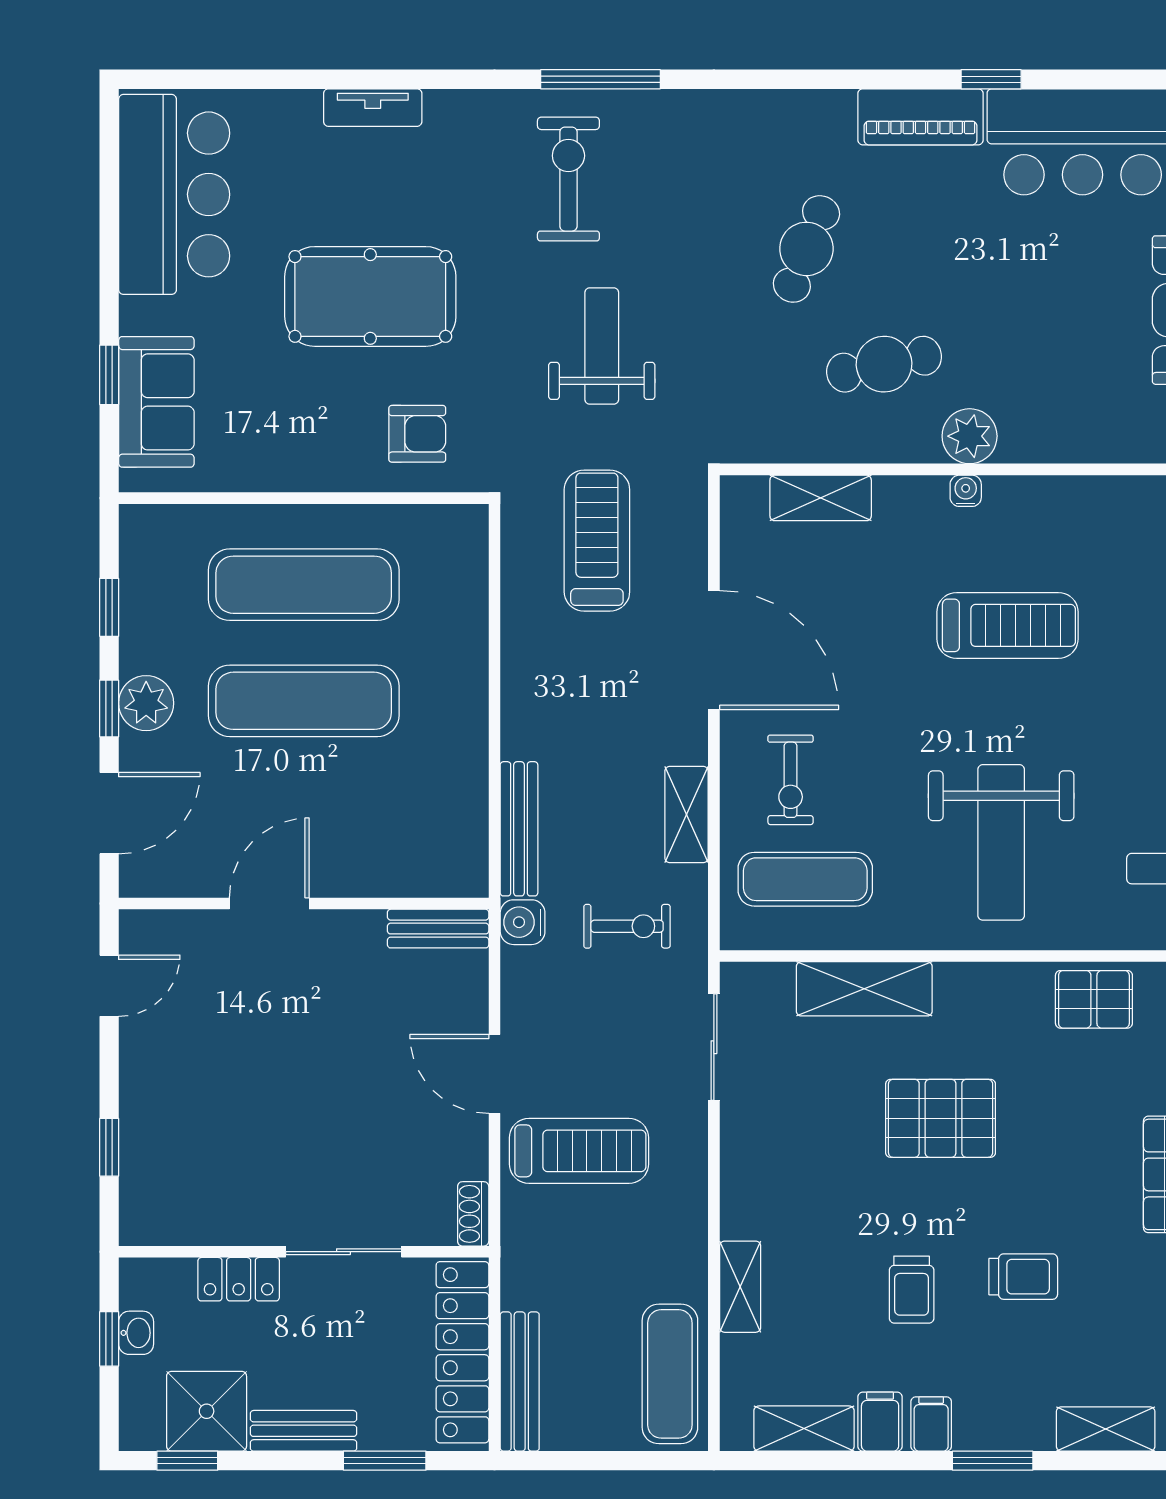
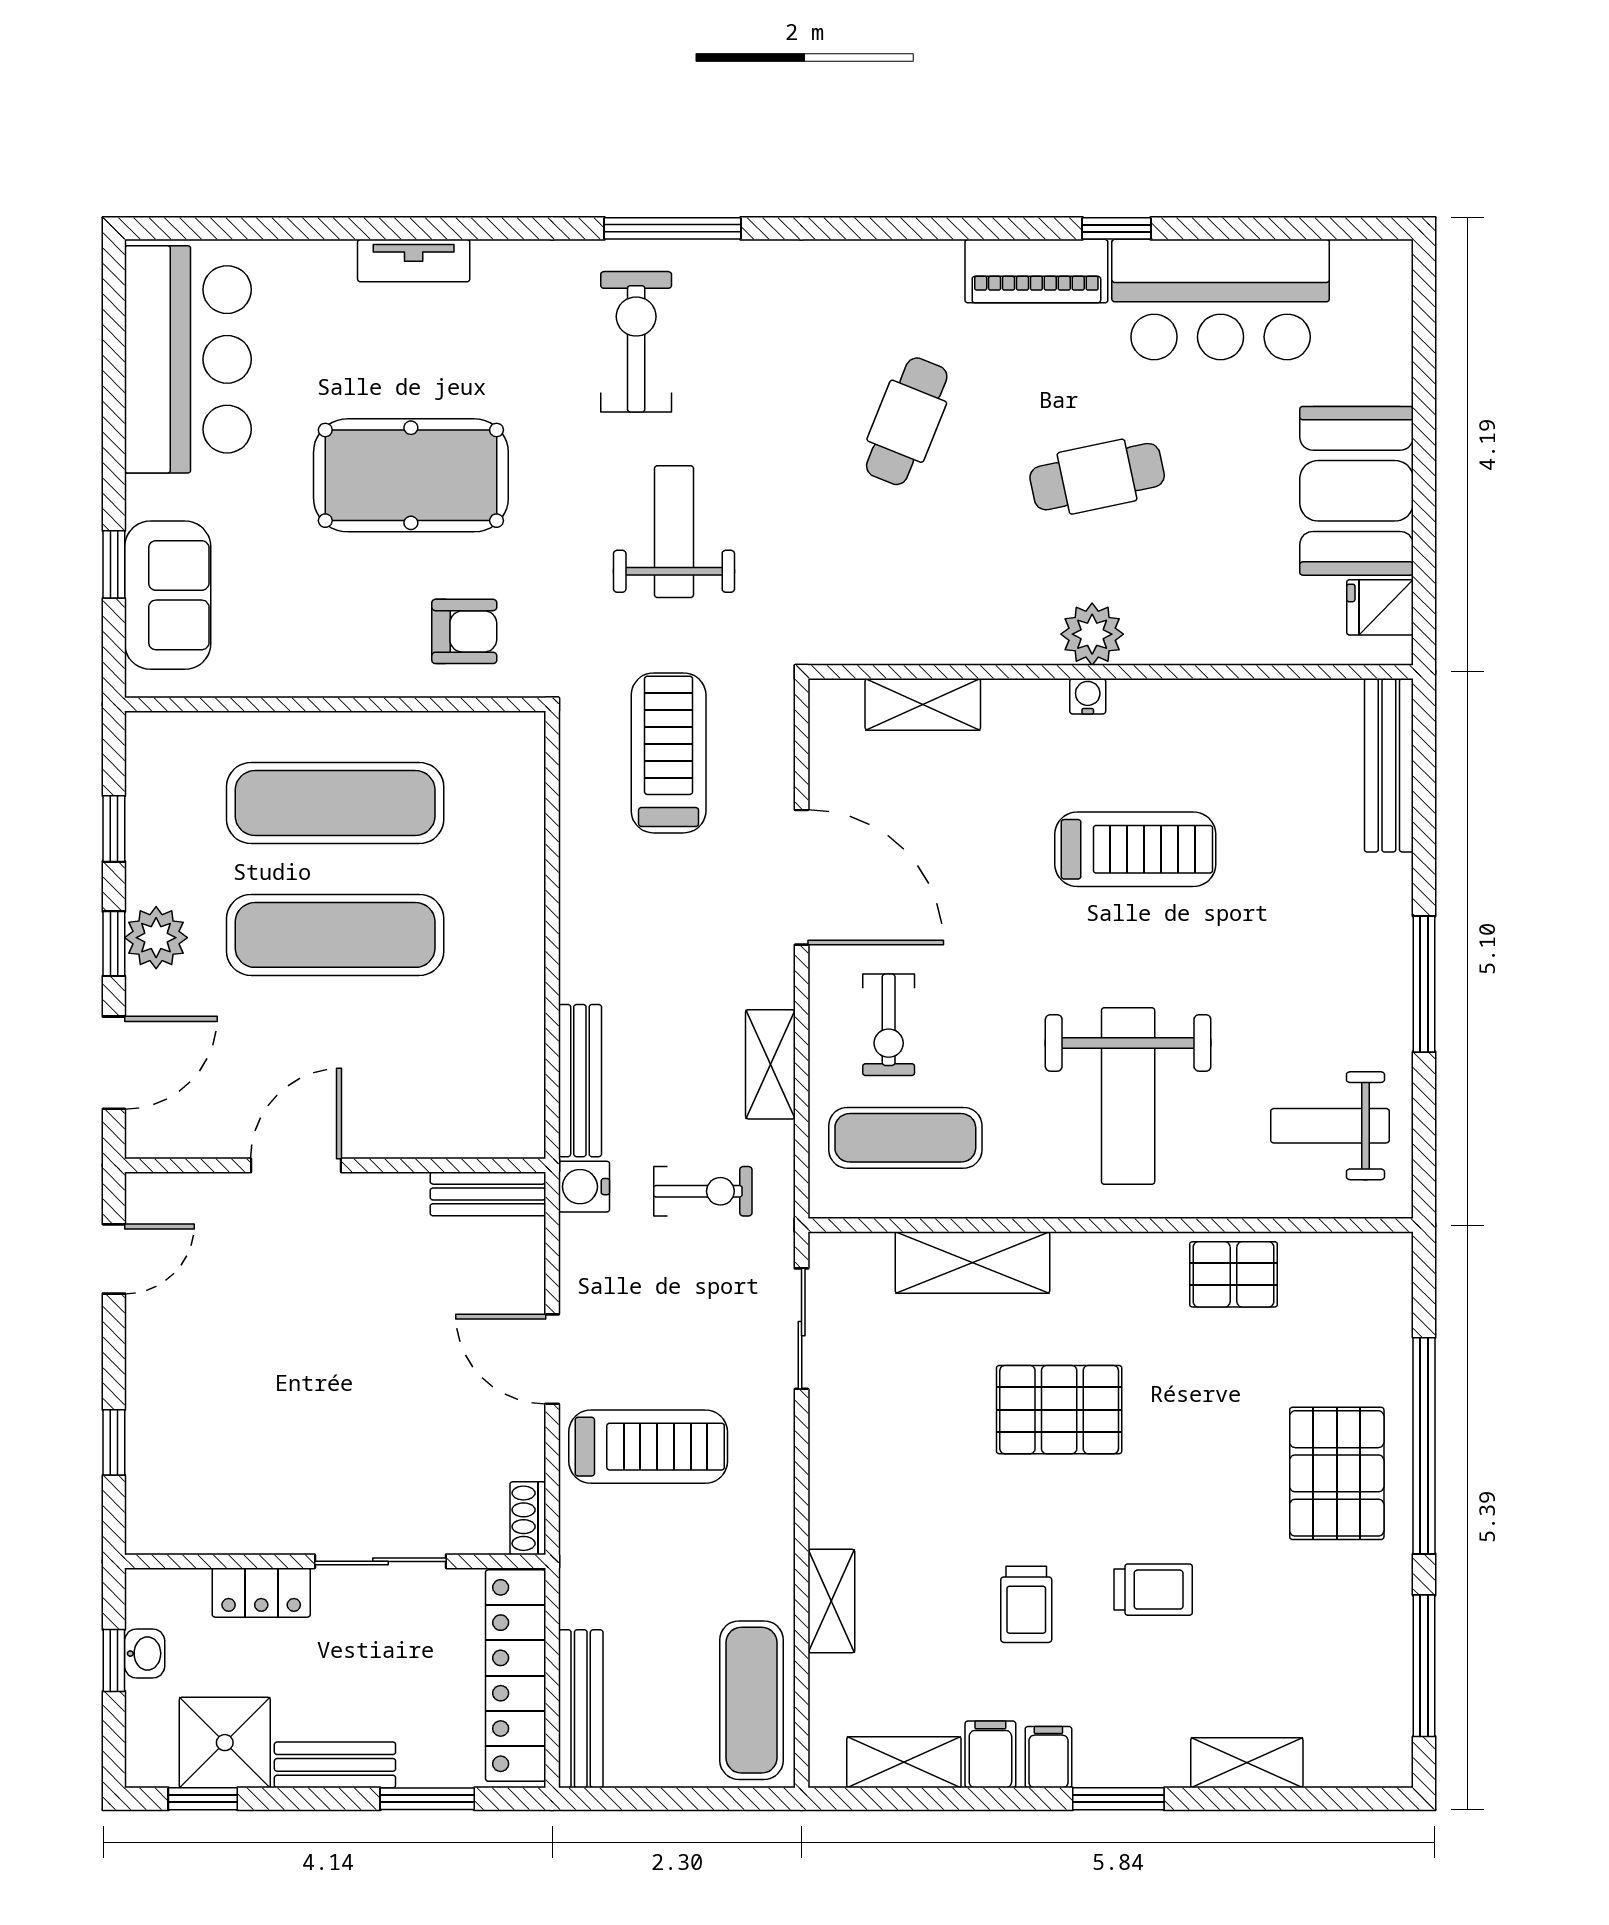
cafe table: (884, 364) -> (1097, 477), moved

